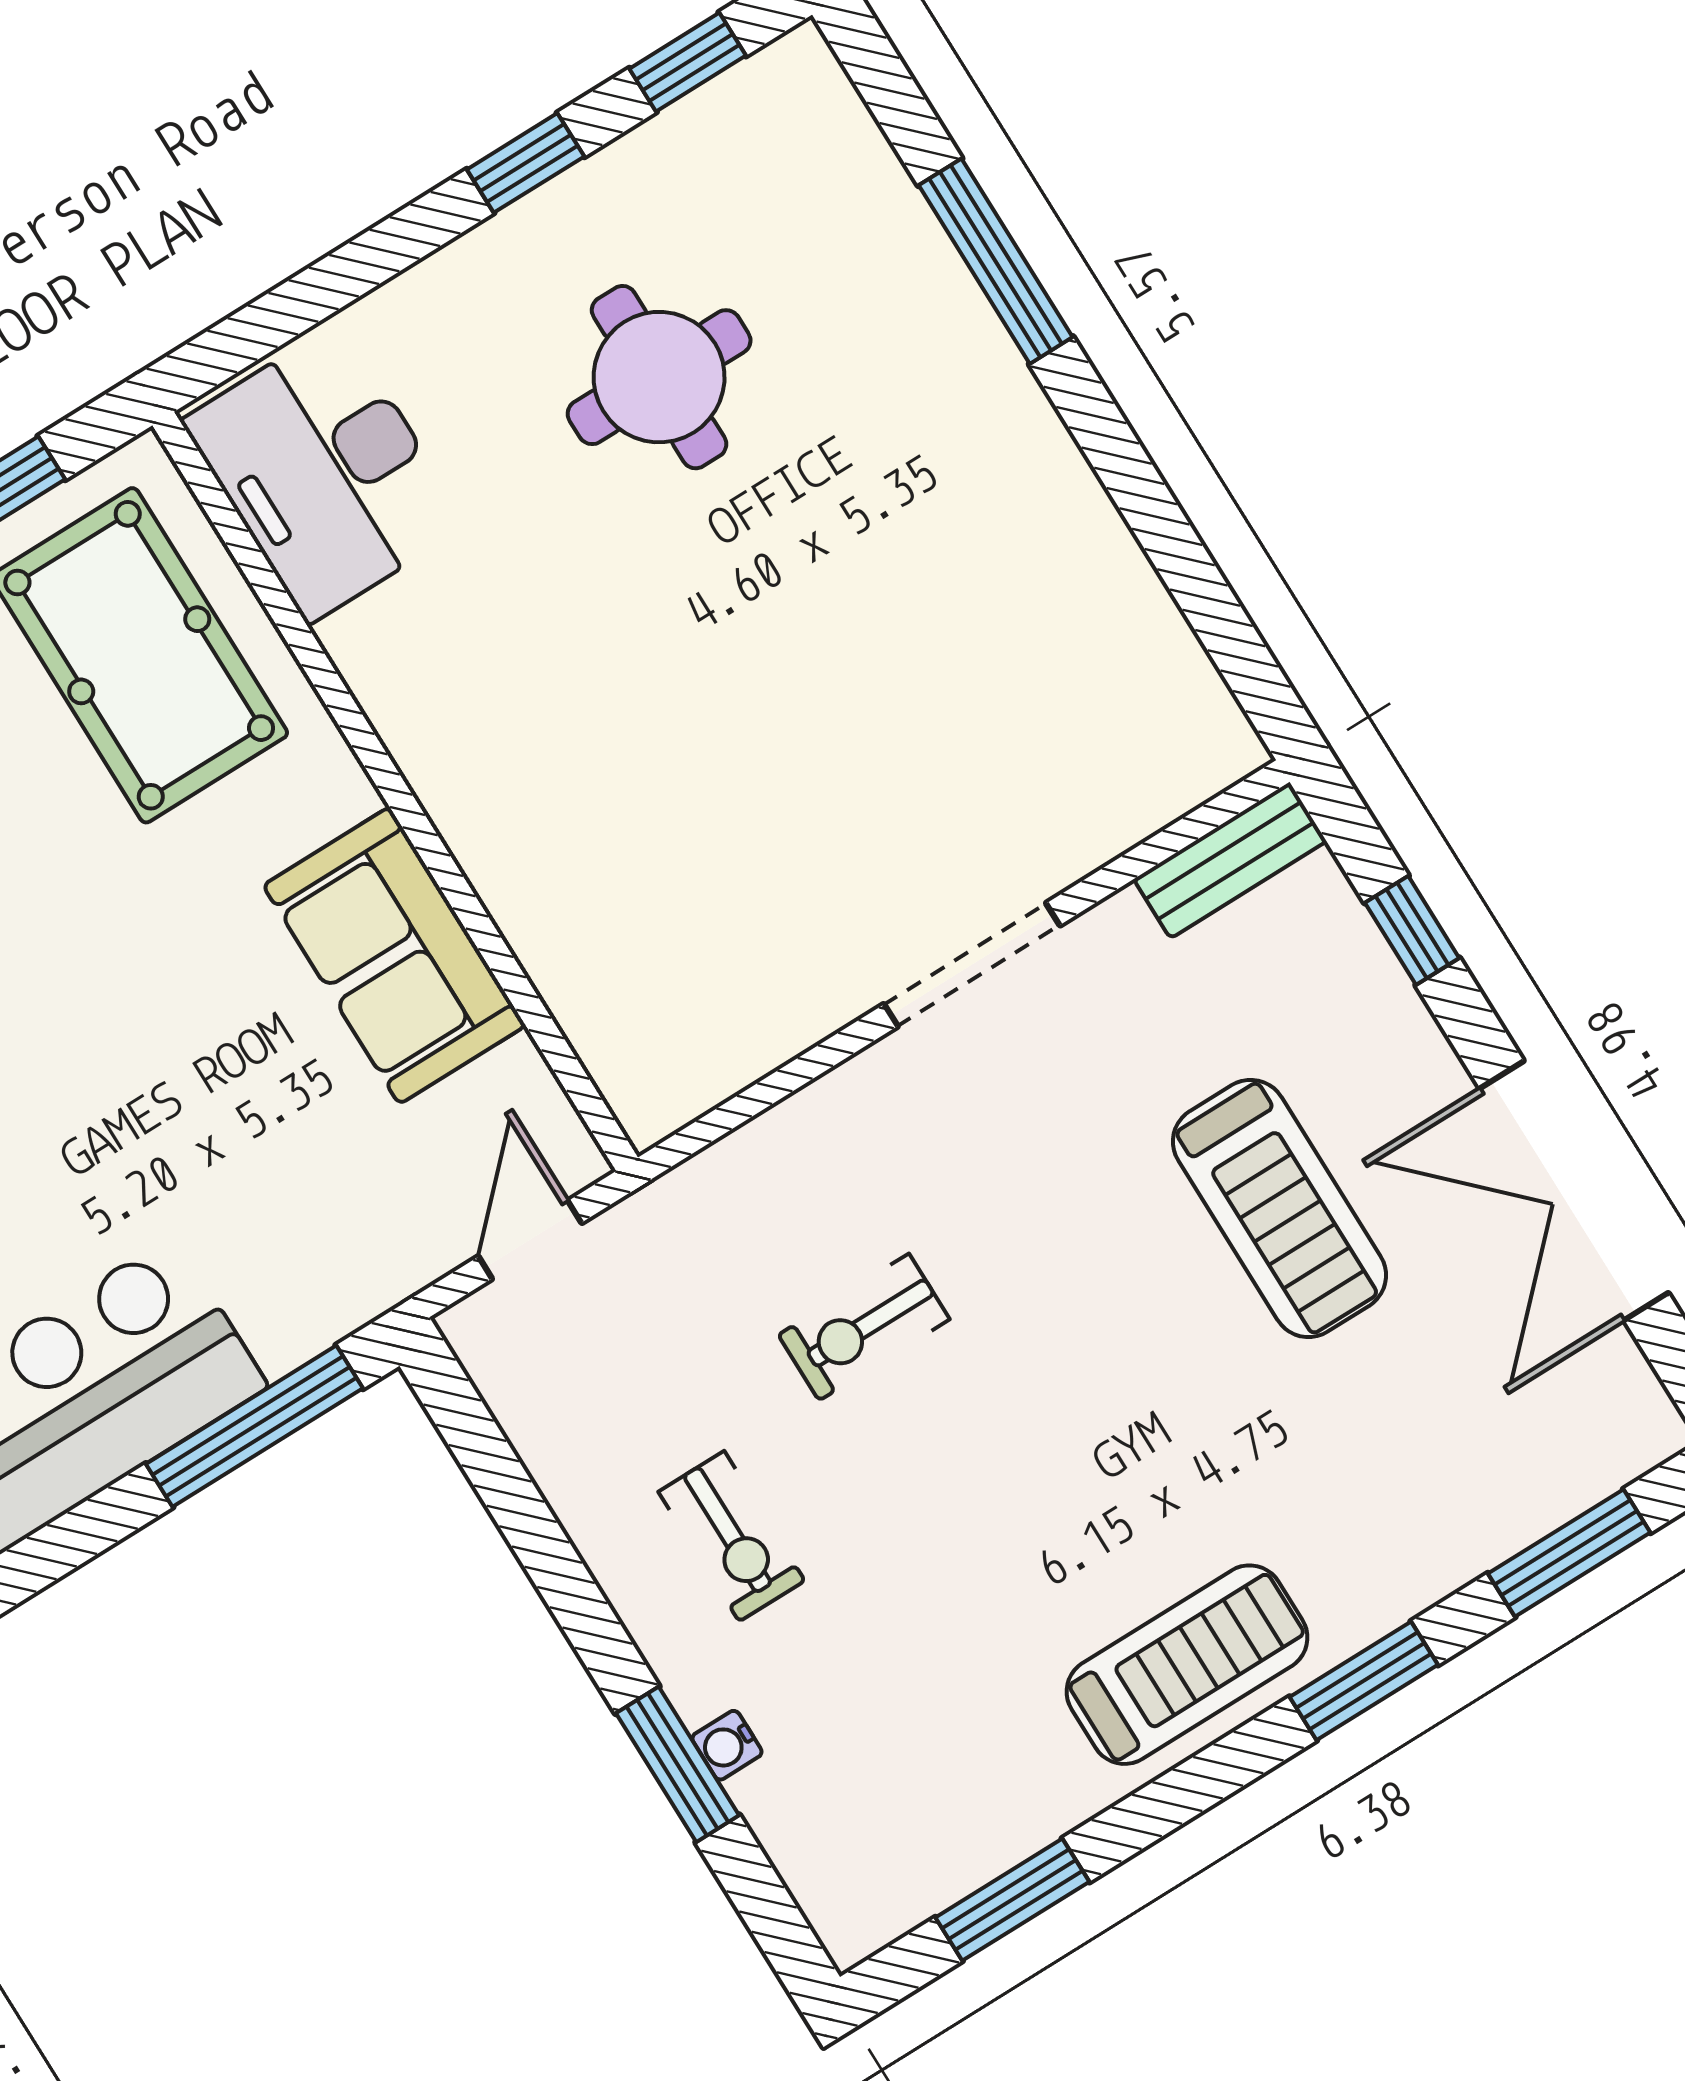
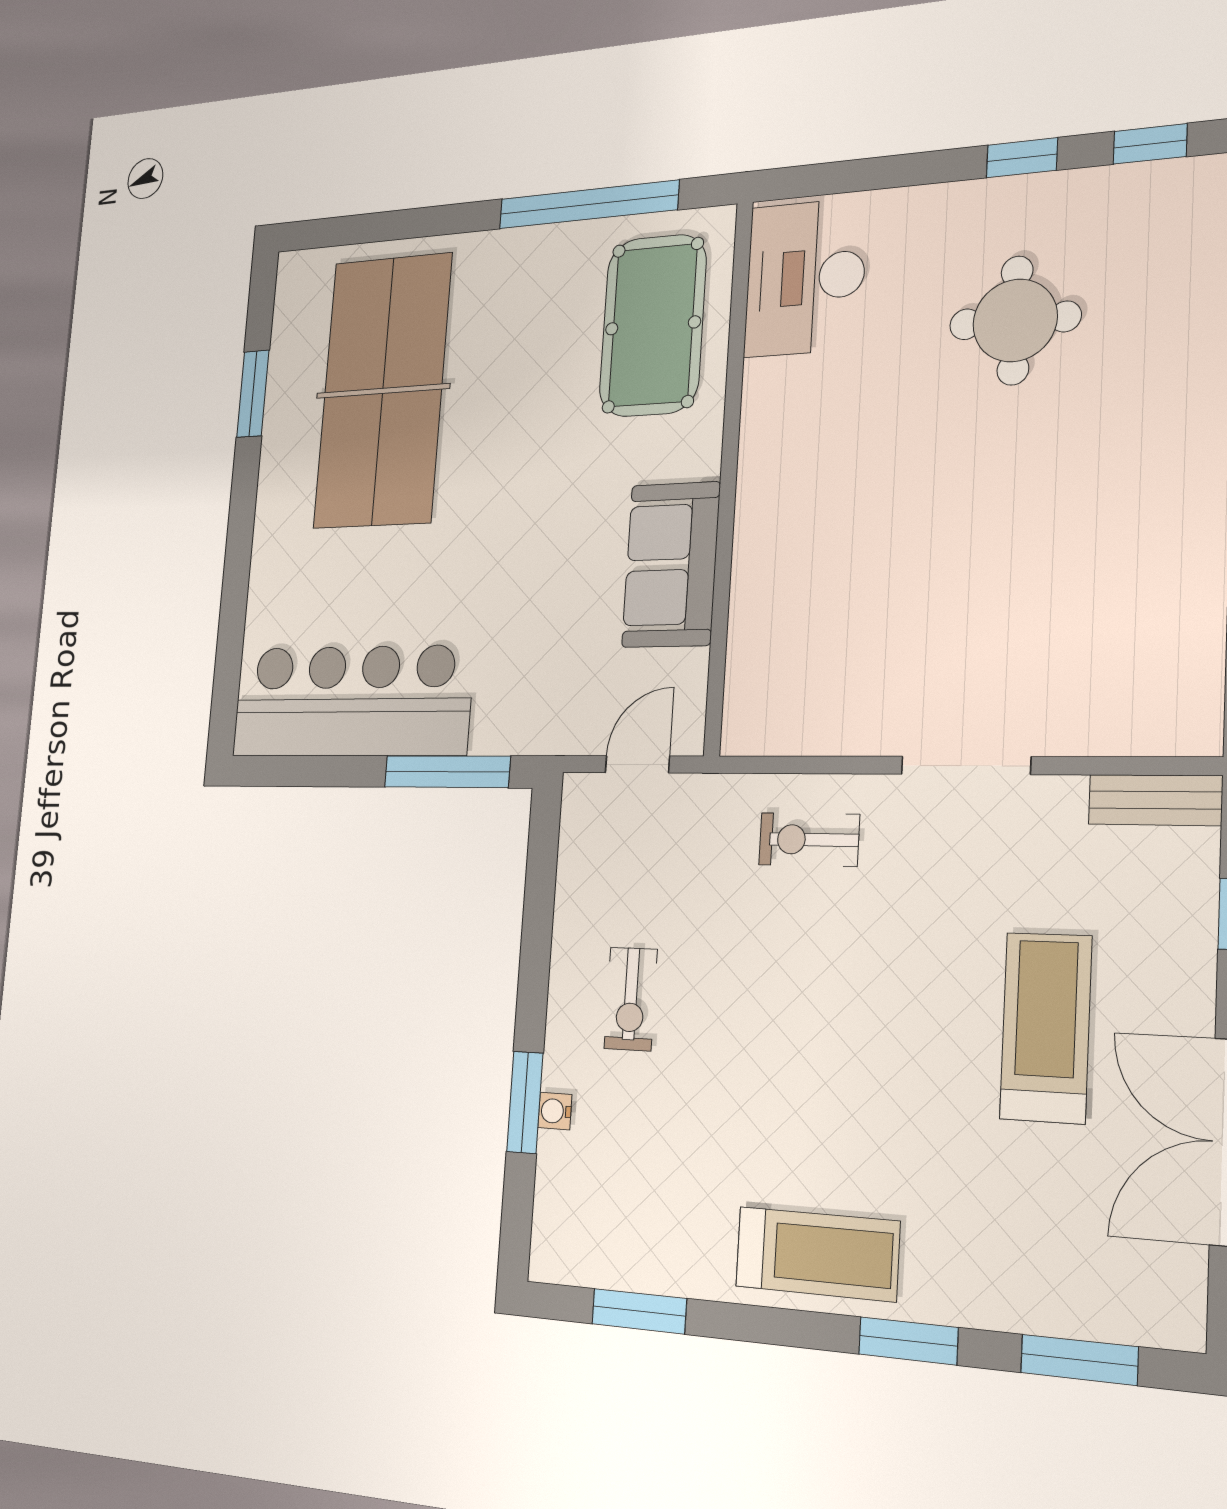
treadmill: (1279, 1208) -> (1046, 1027), turned 180
exercise bike: (864, 1327) -> (809, 840), moved

